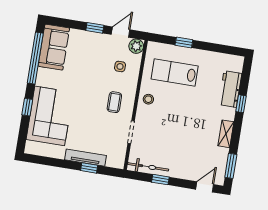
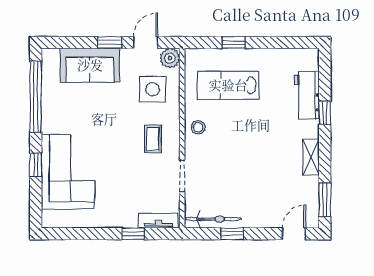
sofa: (54, 47) -> (90, 65), moved, turned 90
side table: (120, 66) -> (152, 89), width x1.87, depth x1.87
tv unit: (86, 158) -> (158, 221), moved, width x0.71

